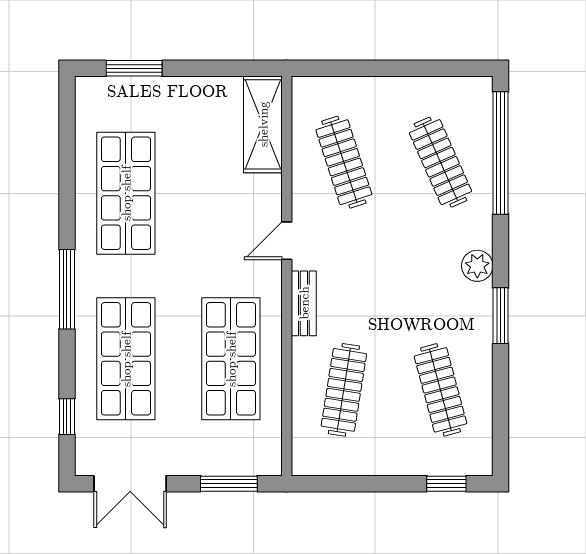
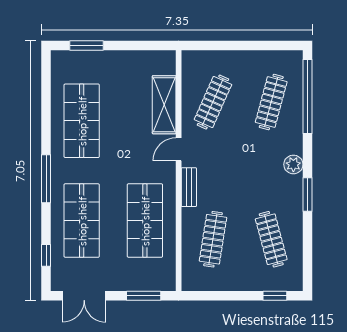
shelving: (263, 124) -> (164, 105), moved
clothes rail: (344, 162) -> (213, 102), turned 42
clothes rail: (440, 162) -> (271, 102), turned 39

